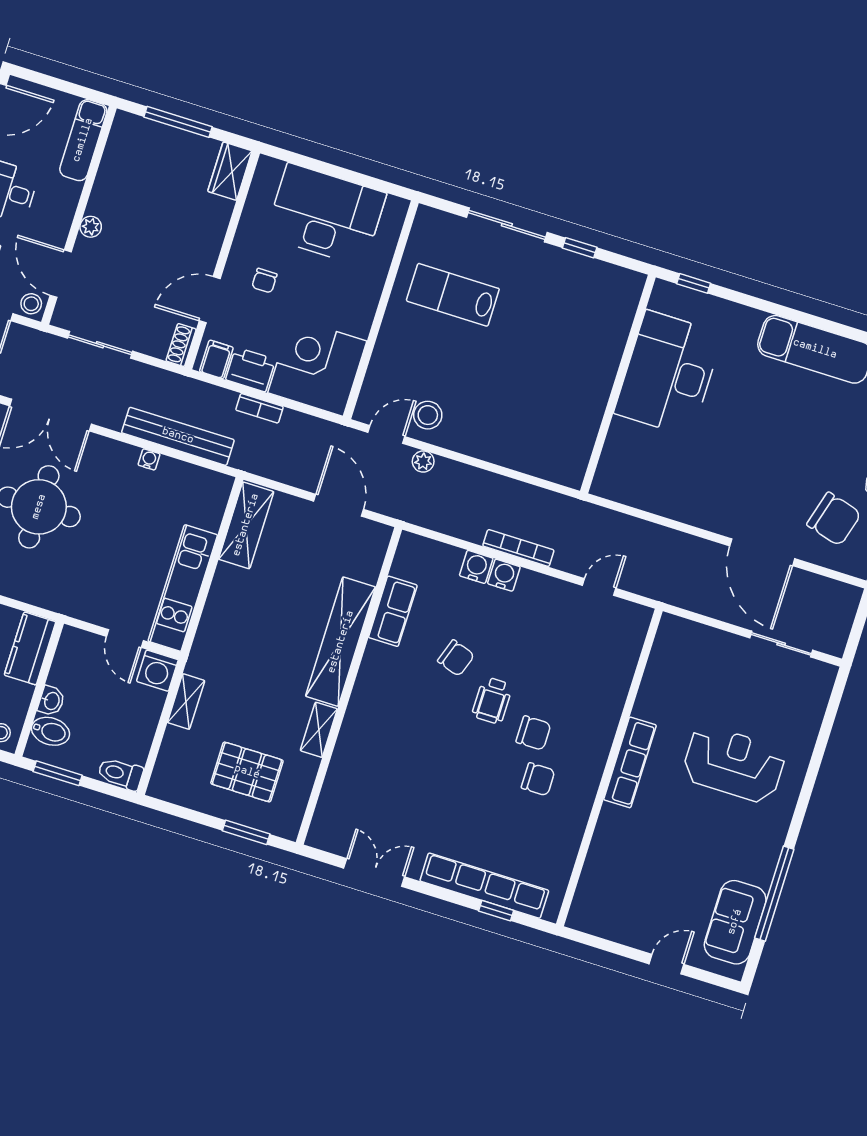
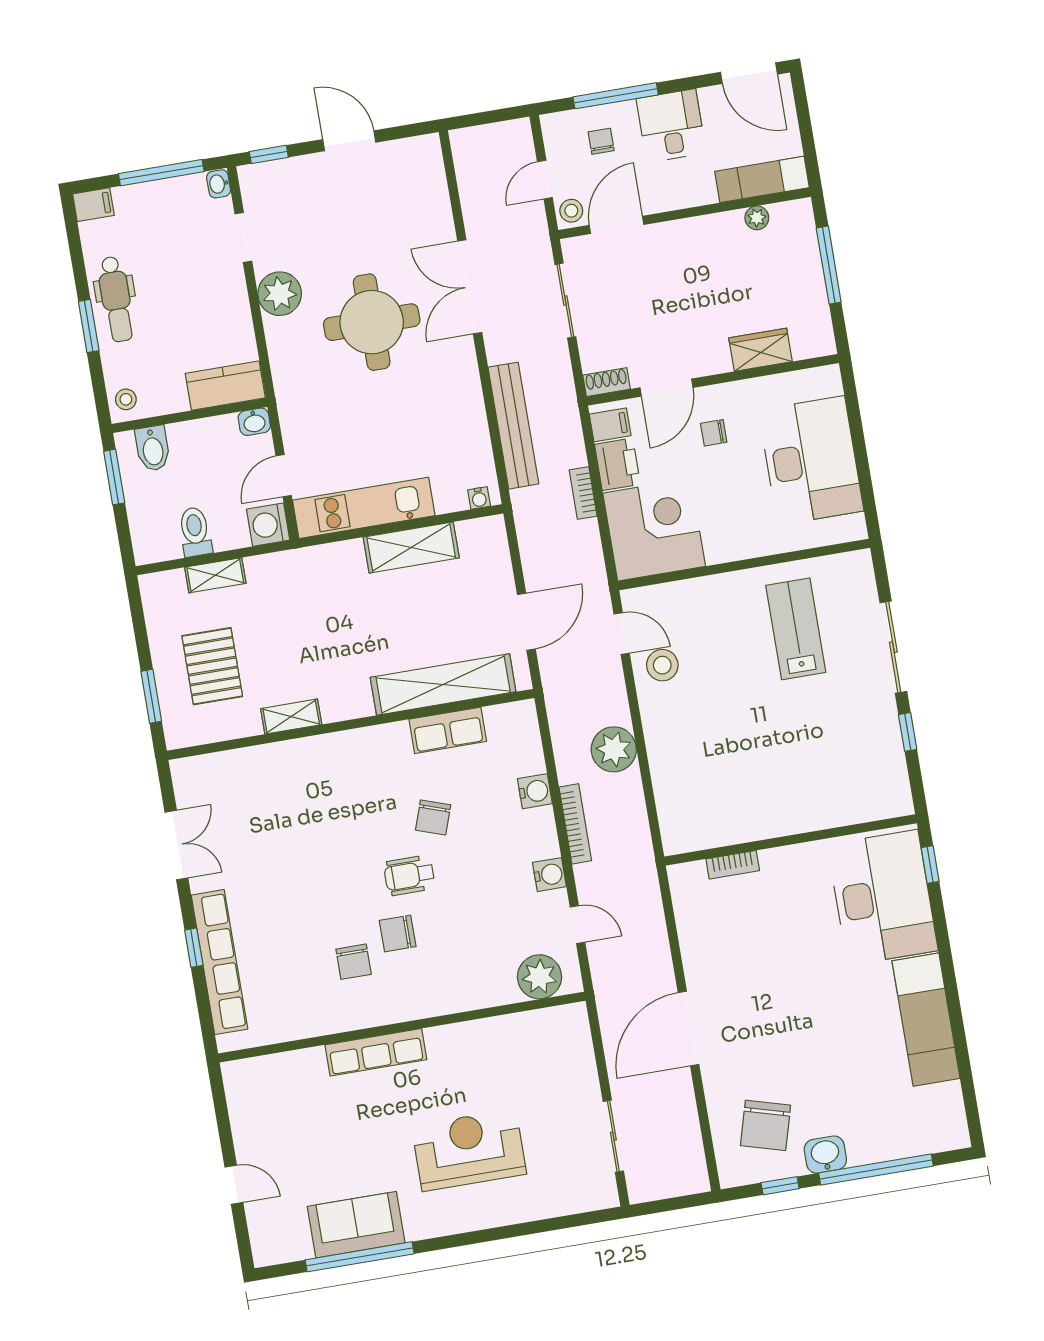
wardrobe: (230, 171) -> (761, 350), moved
plant: (91, 227) -> (757, 218), moved
door: (210, 300) -> (666, 388), swing flipped
desk: (669, 373) -> (883, 898), moved, turned 90
bookcase: (614, 440) -> (733, 865), added
water cooler: (149, 459) -> (479, 498), moved, turned 90
plant: (423, 461) -> (614, 749), moved, width x1.88, depth x1.88
shelving: (246, 525) -> (411, 547), moved
door: (762, 552) -> (689, 1028), moved
water cooler: (504, 575) -> (549, 875), moved
plant: (625, 638) -> (539, 977), added
shelving: (341, 642) -> (443, 685), moved
washbasin: (51, 701) -> (254, 422), moved
shelving: (186, 701) -> (215, 575), moved
chair: (534, 733) -> (398, 934), turned 90
row of seats: (630, 762) -> (376, 1052), moved
reception desk: (734, 764) -> (469, 1150), turned -90
toilet: (120, 774) -> (195, 532), moved
window: (496, 911) -> (194, 948), moved
sofa: (735, 922) -> (356, 1225), moved

